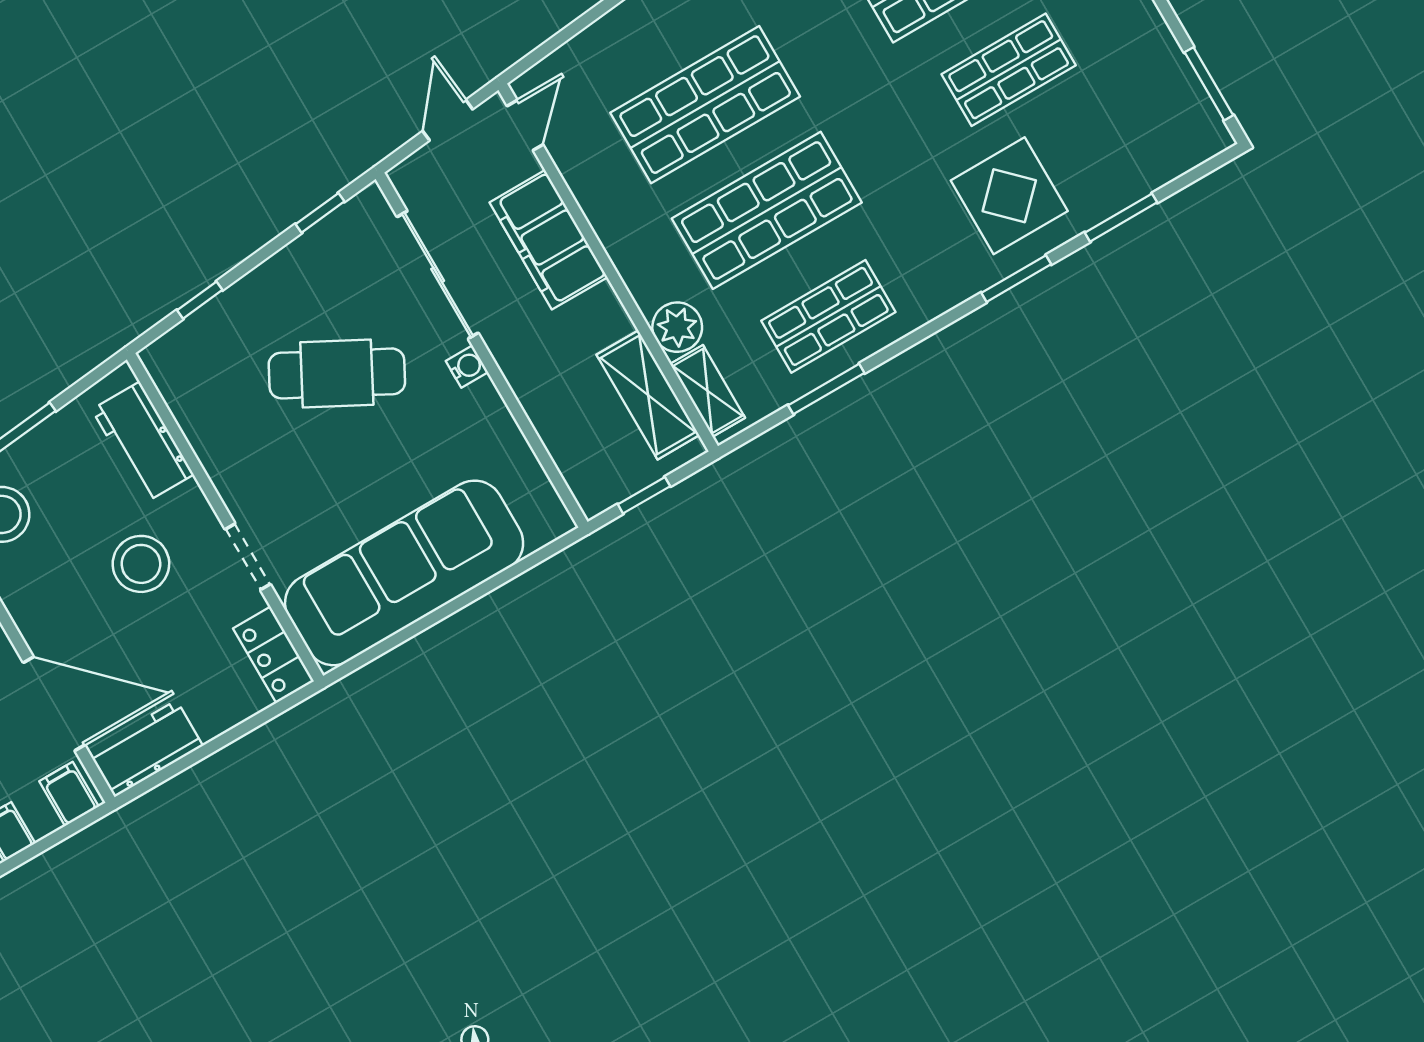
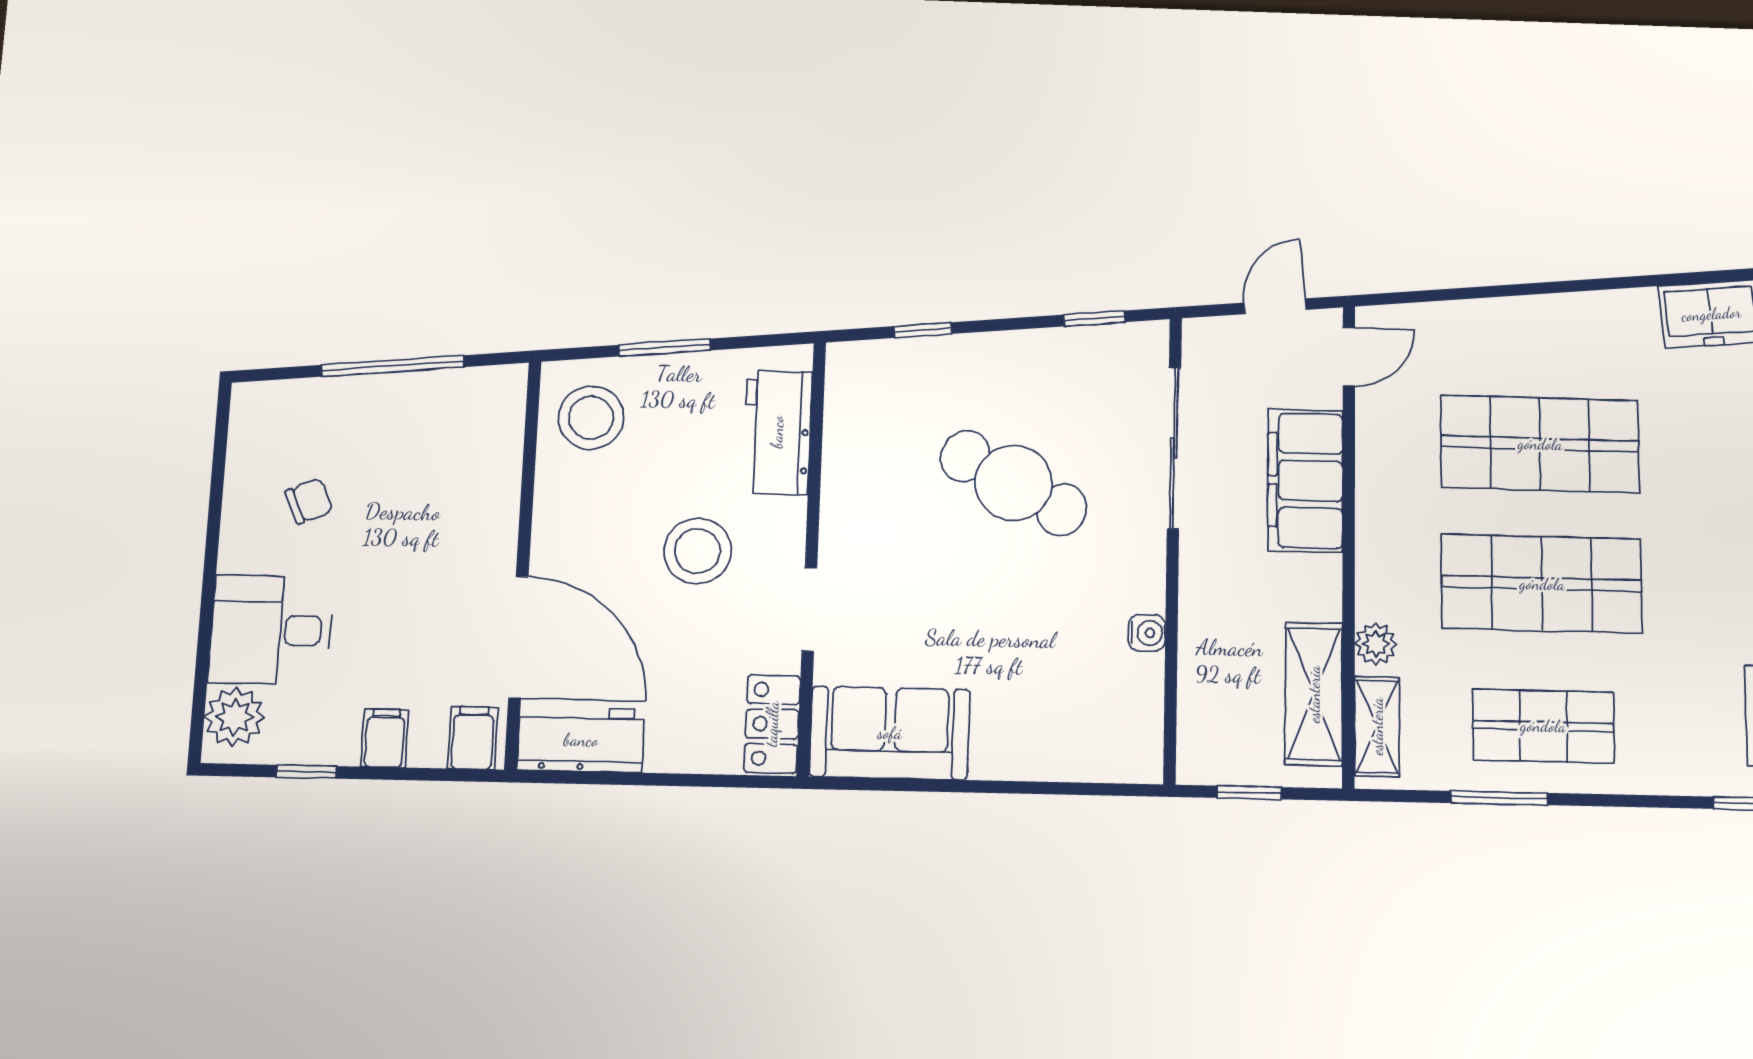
plant: (677, 327) -> (1376, 644), width x0.73, depth x0.73
water cooler: (467, 367) -> (1147, 633), moved
sofa: (404, 573) -> (890, 733), width x0.54, depth x0.79

